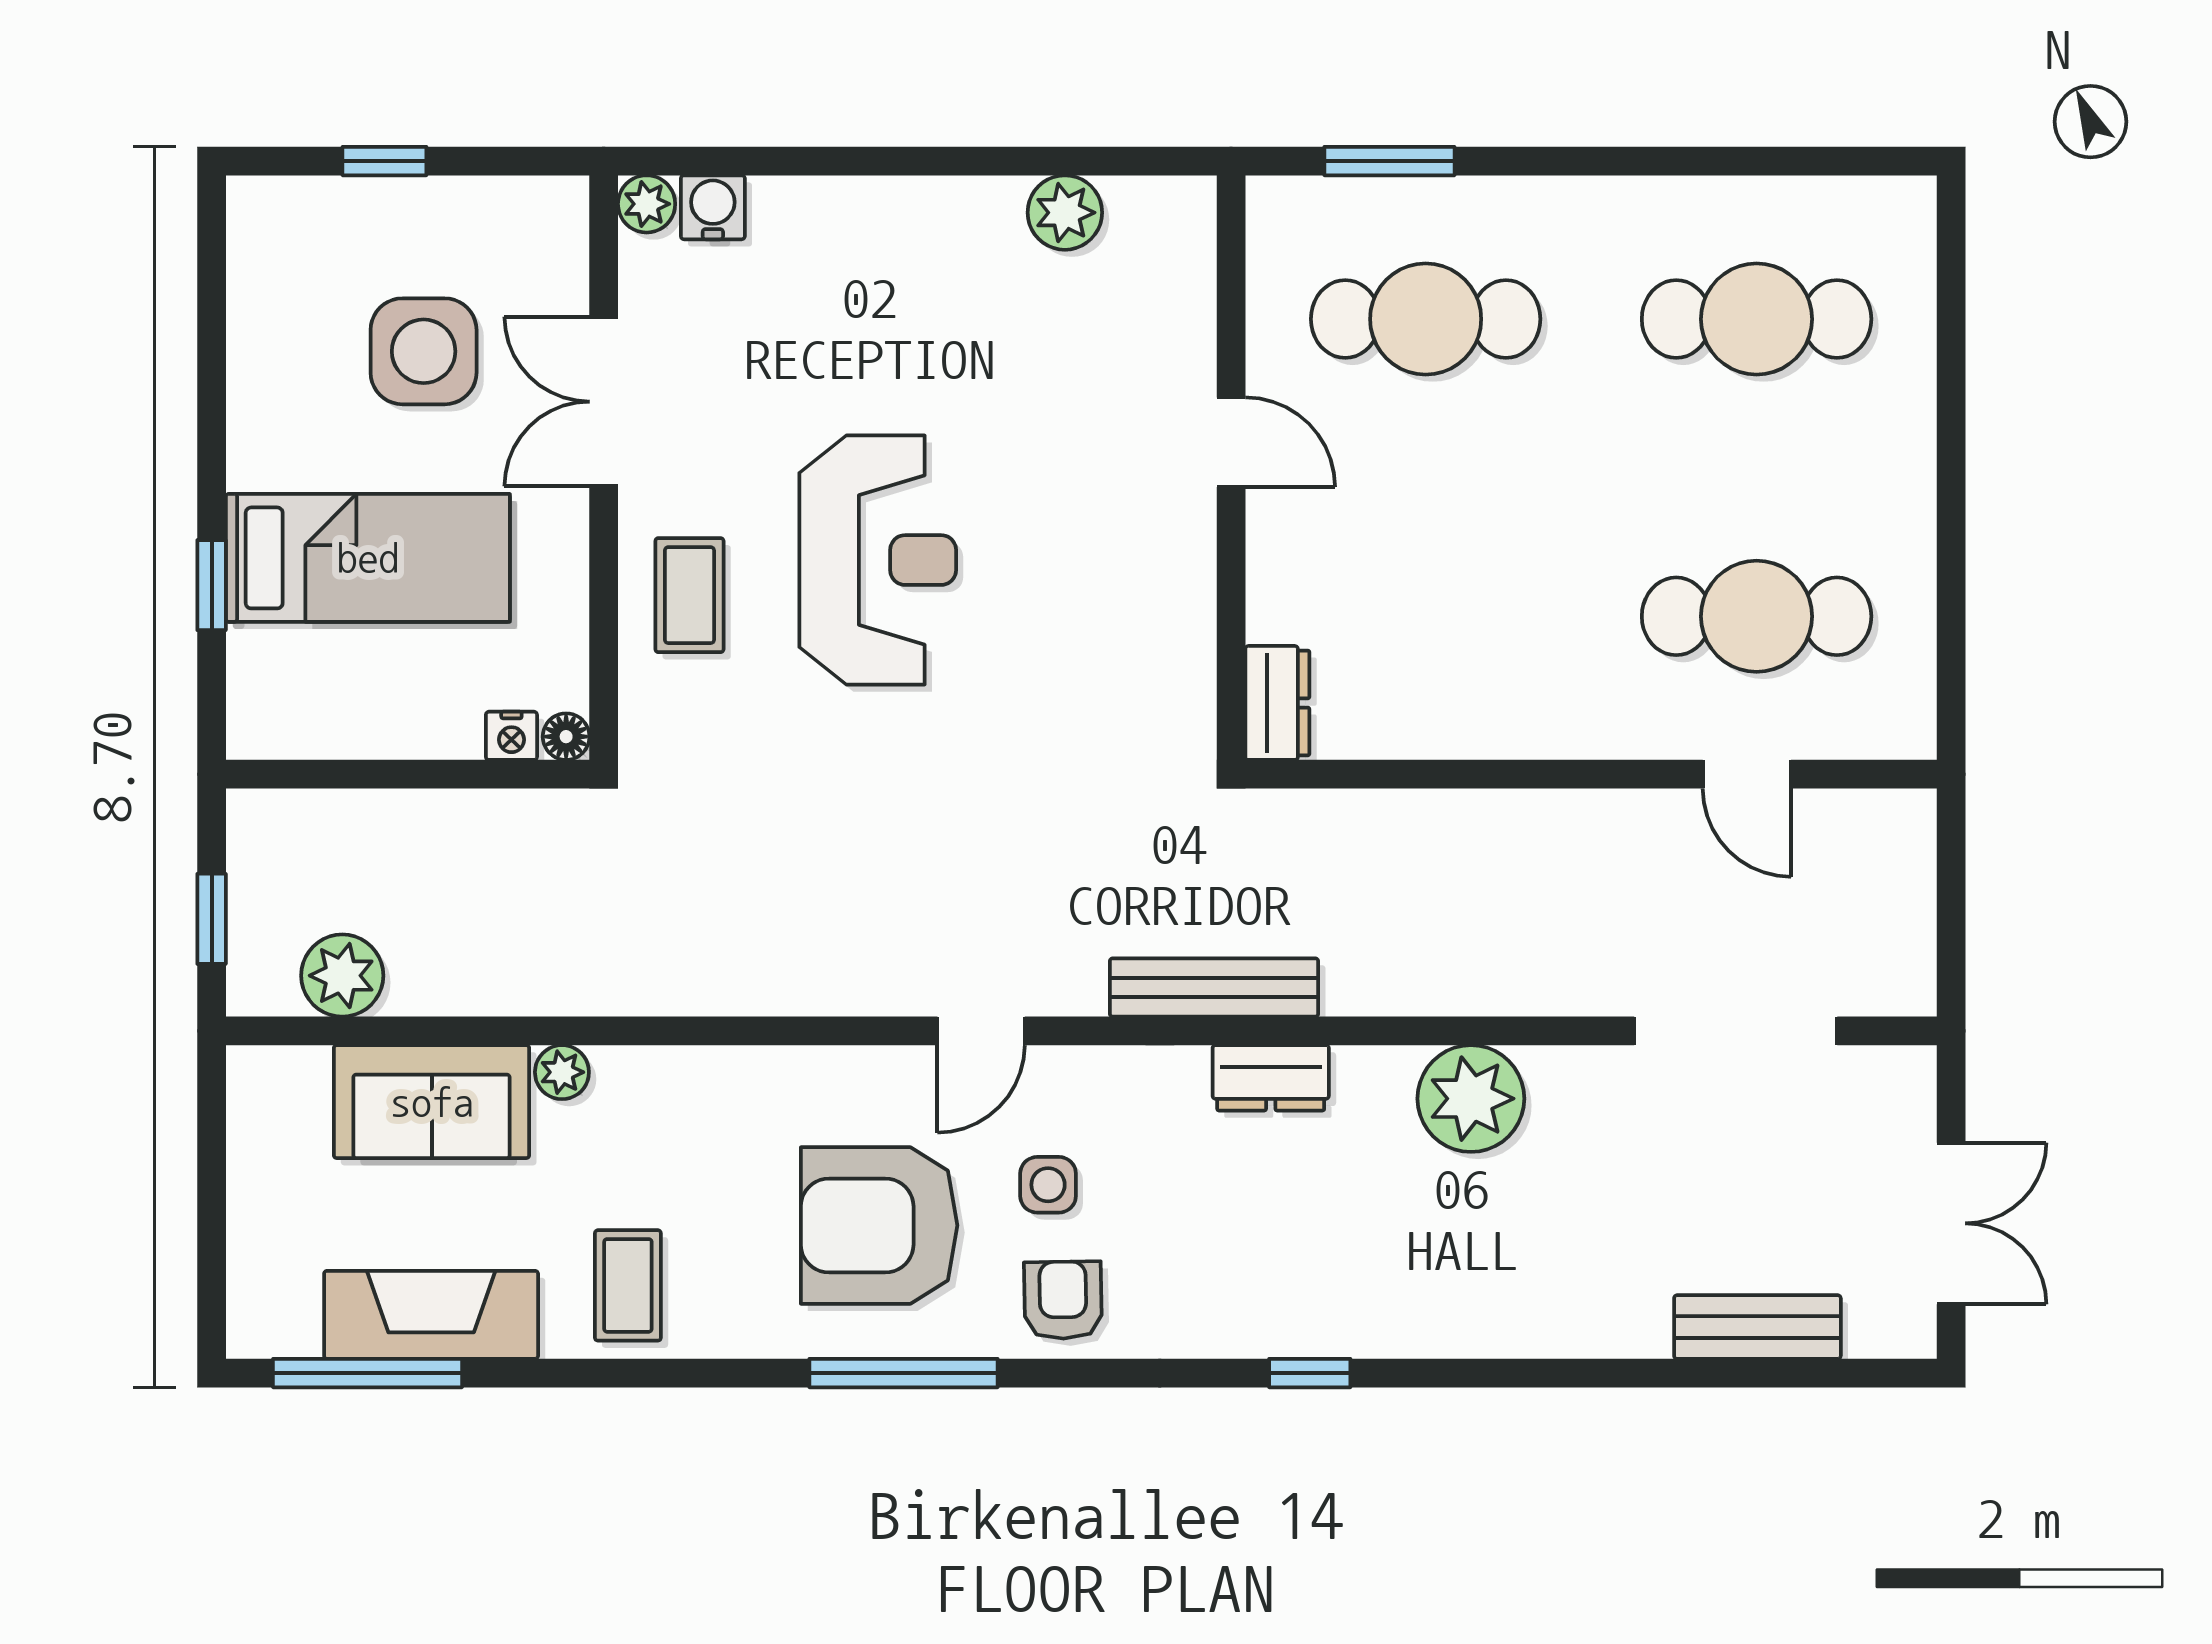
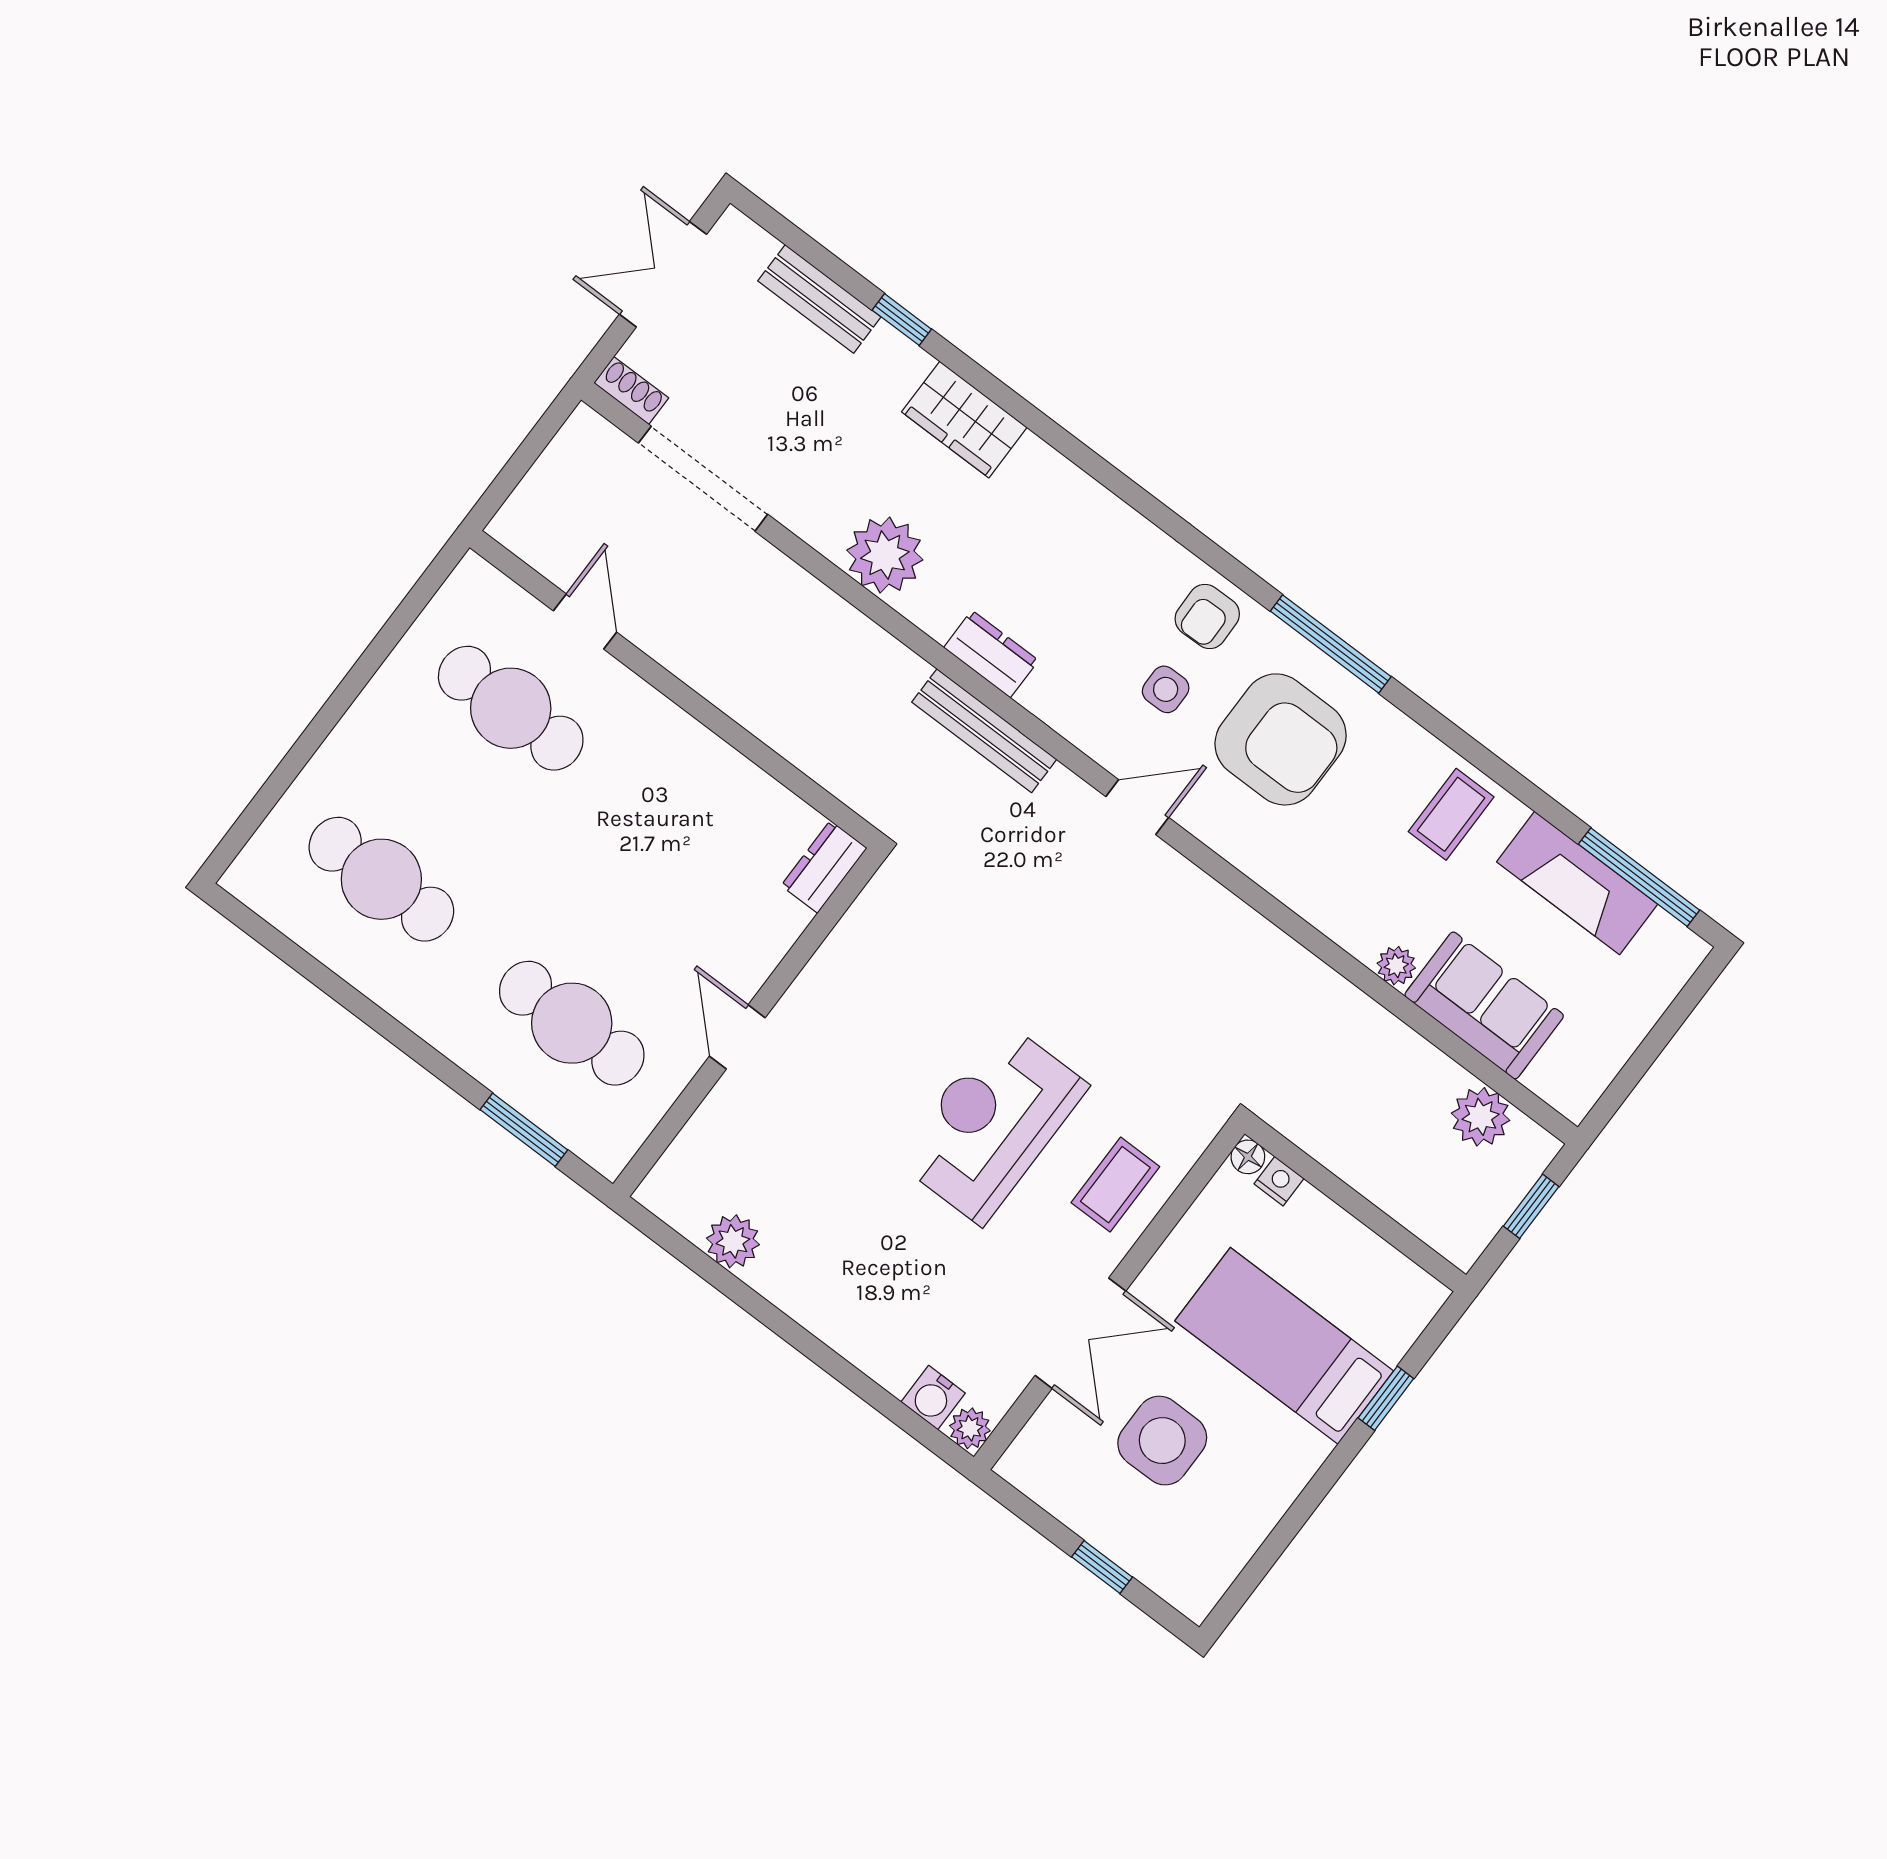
shoe rack: (1889, 1068) -> (631, 390), added
wardrobe: (1496, 1315) -> (964, 420), added
window: (1310, 1373) -> (902, 320), moved

